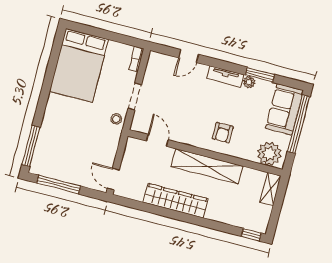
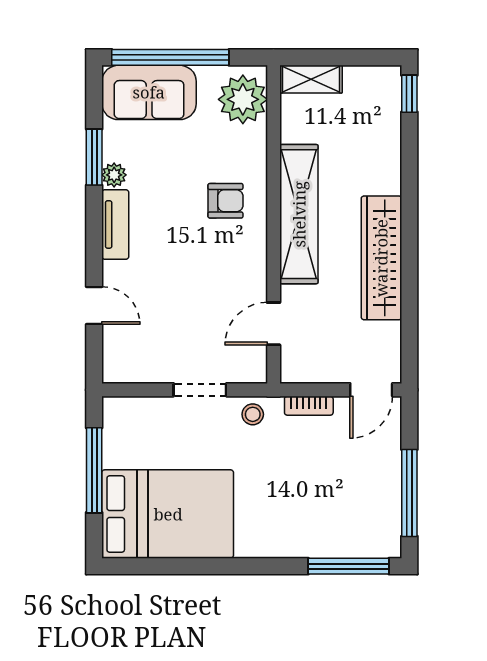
window: (109, 35) -> (94, 470), added
bookcase: (136, 59) -> (309, 406), moved

